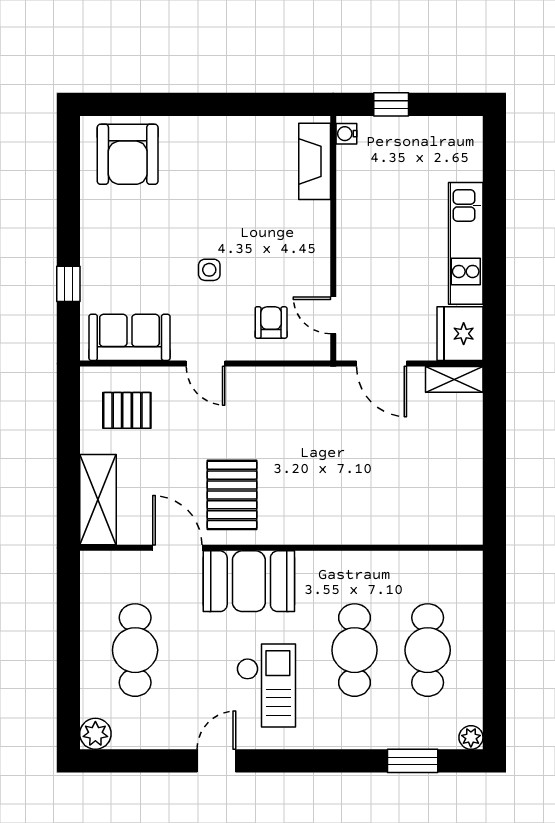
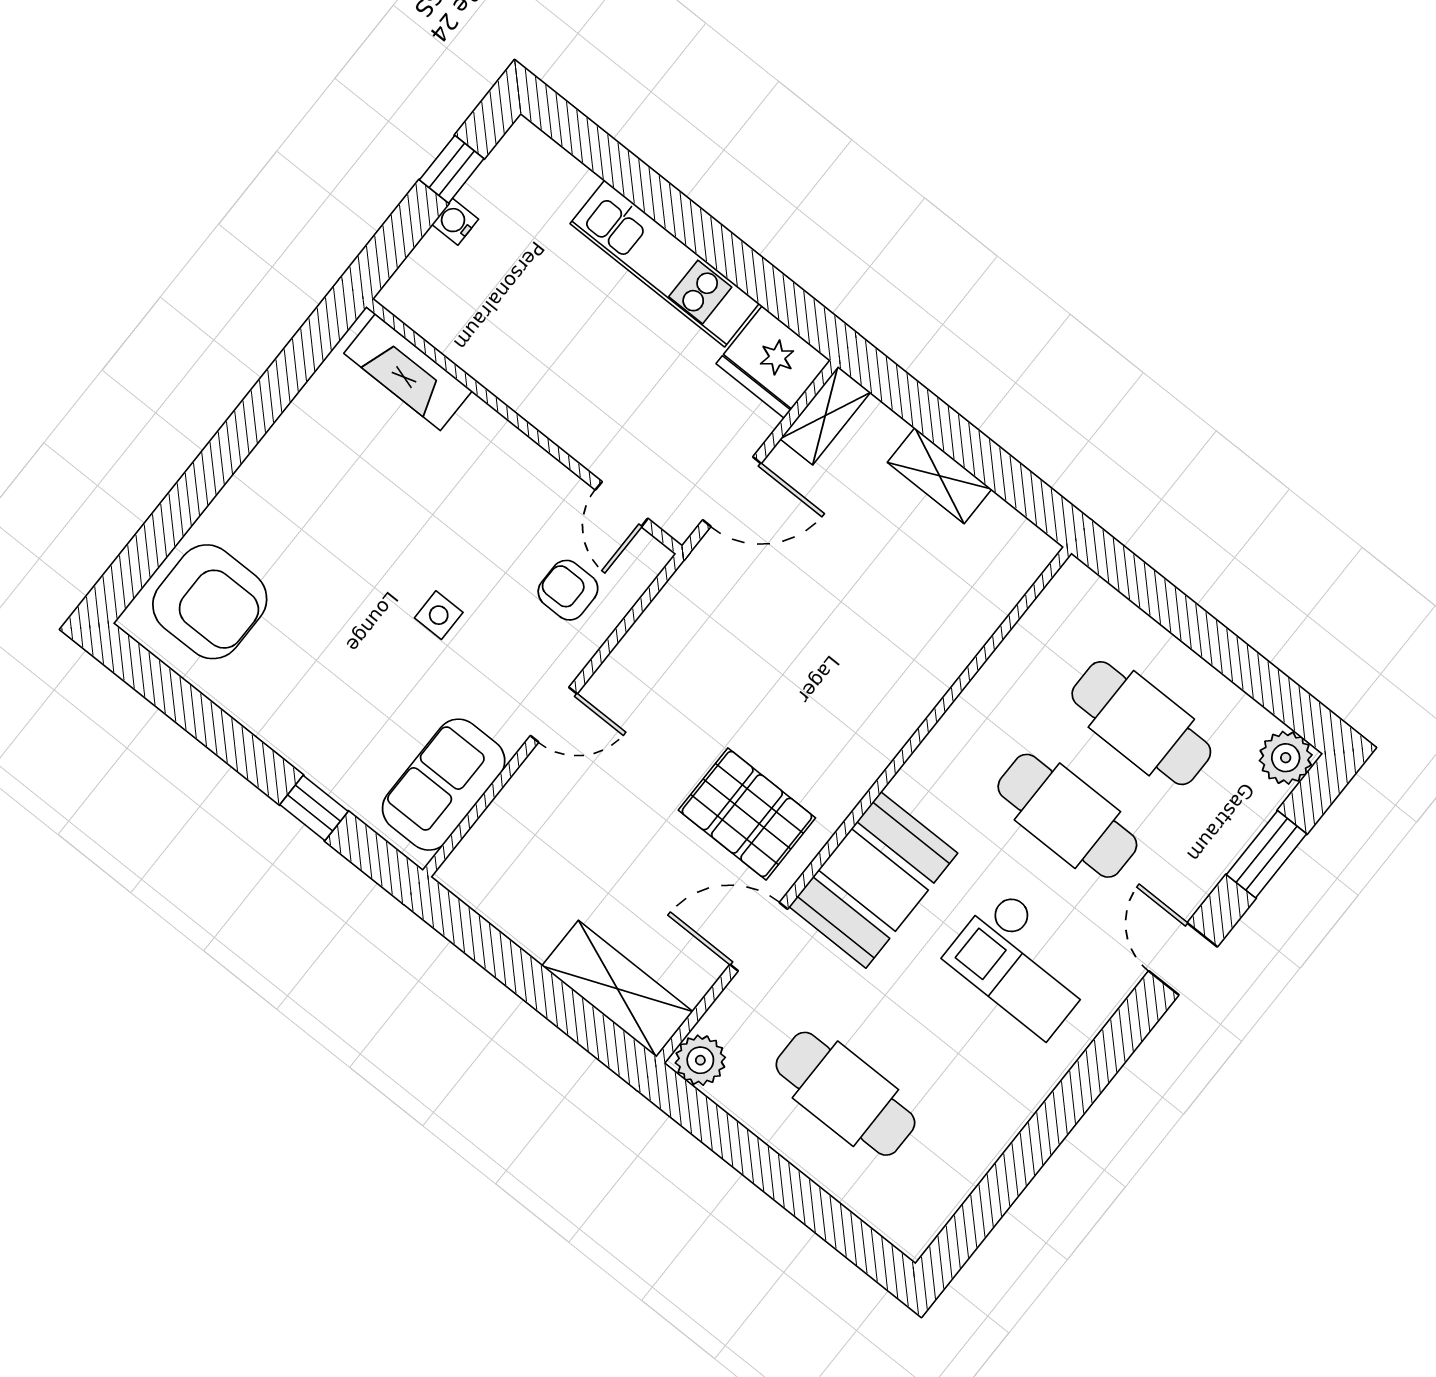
window: (391, 104) -> (452, 169), moved
water cooler: (346, 134) -> (455, 222), moved, turned 90
door: (333, 315) -> (622, 504), hinge flipped
pallet: (127, 410) -> (534, 862), removed
shelving: (469, 458) -> (940, 476), added
checkout: (266, 686) -> (1023, 963), turned 180
plant: (95, 734) -> (700, 1060), moved
plant: (471, 737) -> (1286, 758), width x1.38, depth x1.38
door: (216, 761) -> (1183, 959), moved

